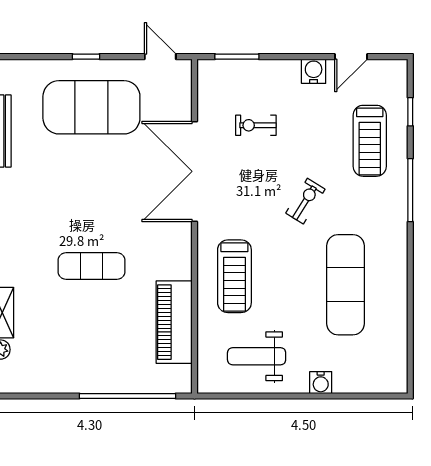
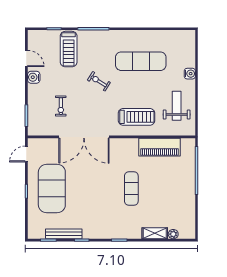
treadmill: (370, 141) -> (69, 49), turned 90
weight bench: (257, 356) -> (177, 106), turned 180

